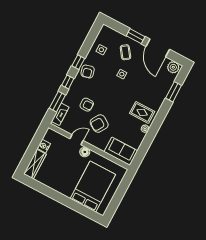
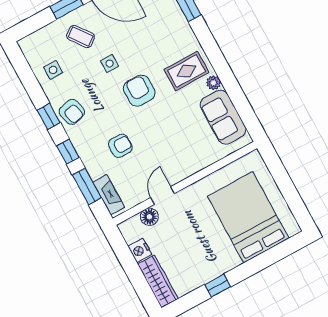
armchair: (99, 124) -> (139, 91), moved, turned 148
sofa: (121, 151) -> (223, 117), moved, turned -90
floor lamp: (85, 152) -> (149, 217), moved
window: (51, 193) -> (218, 286), added

